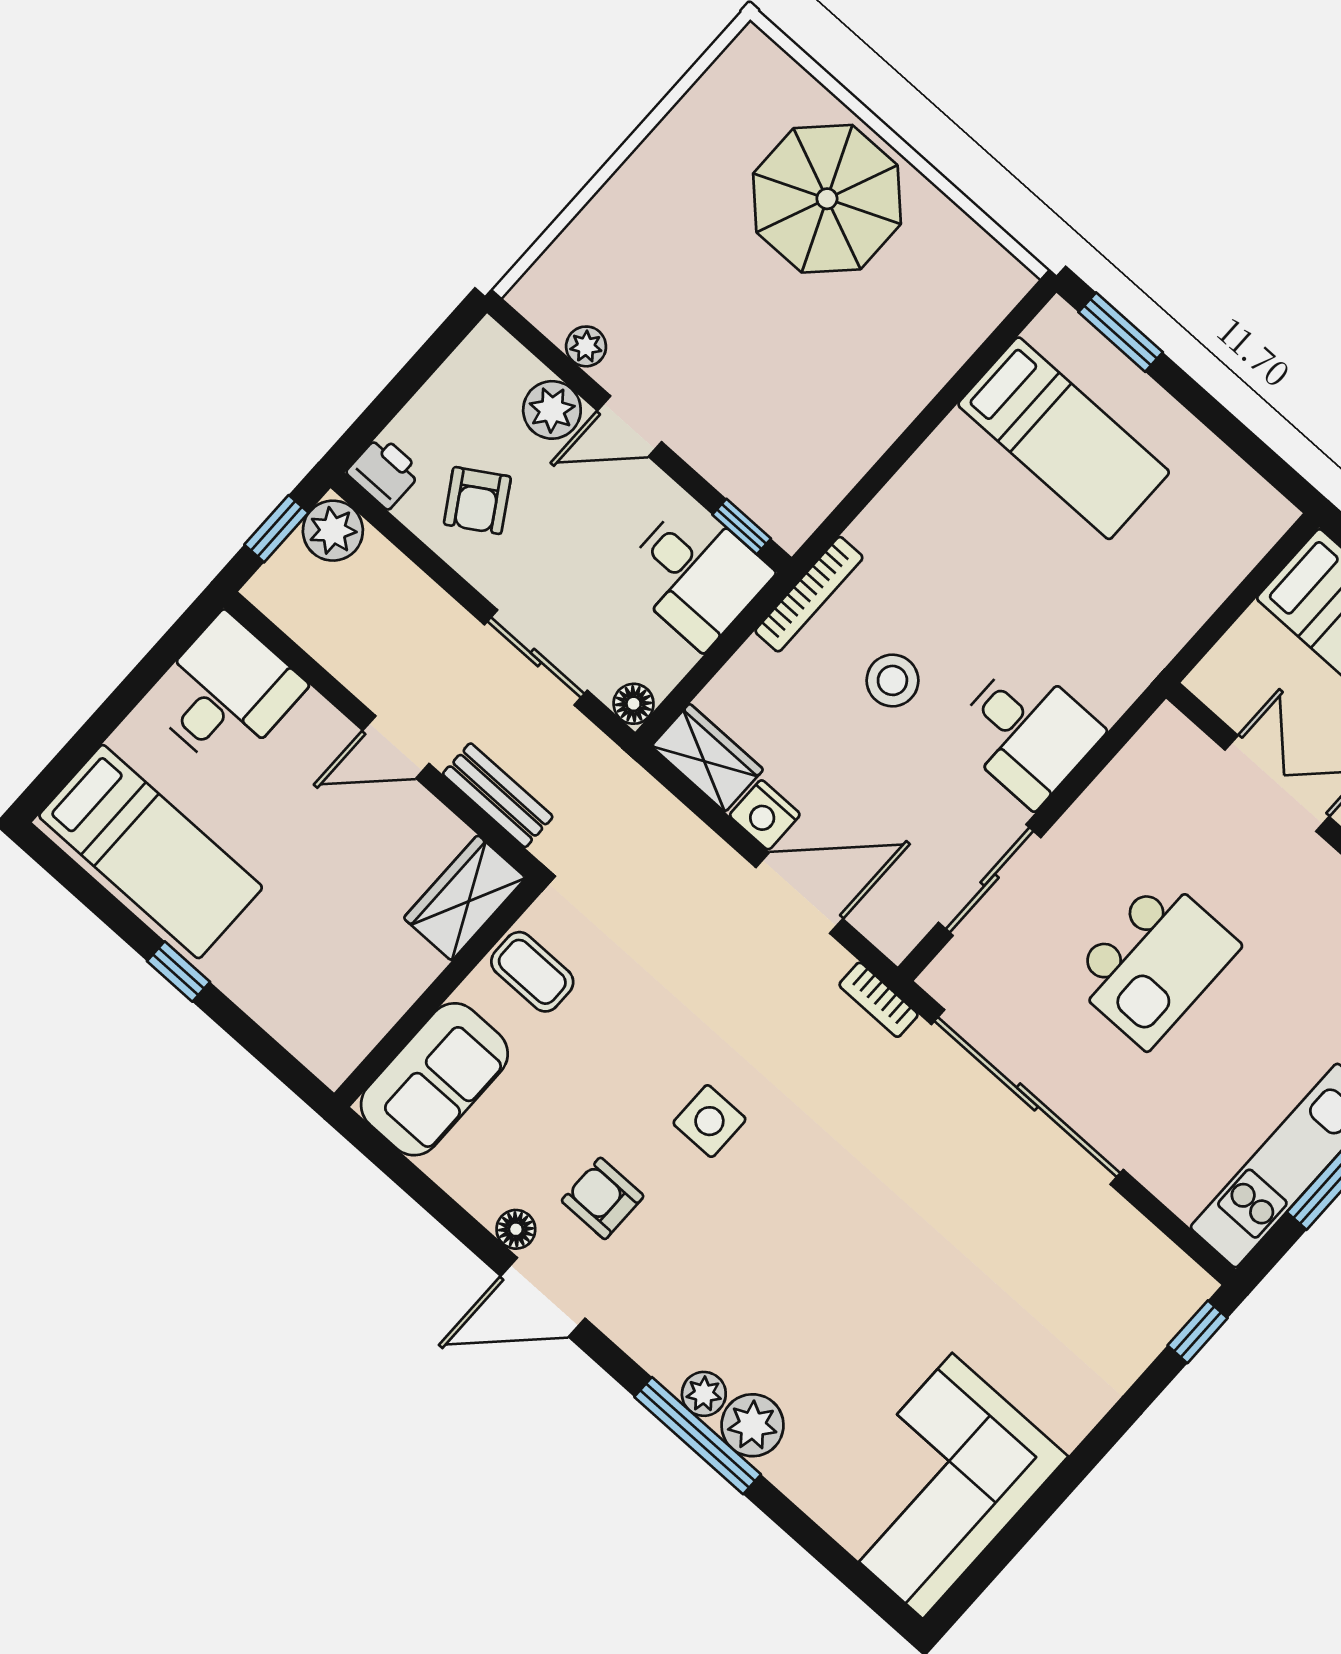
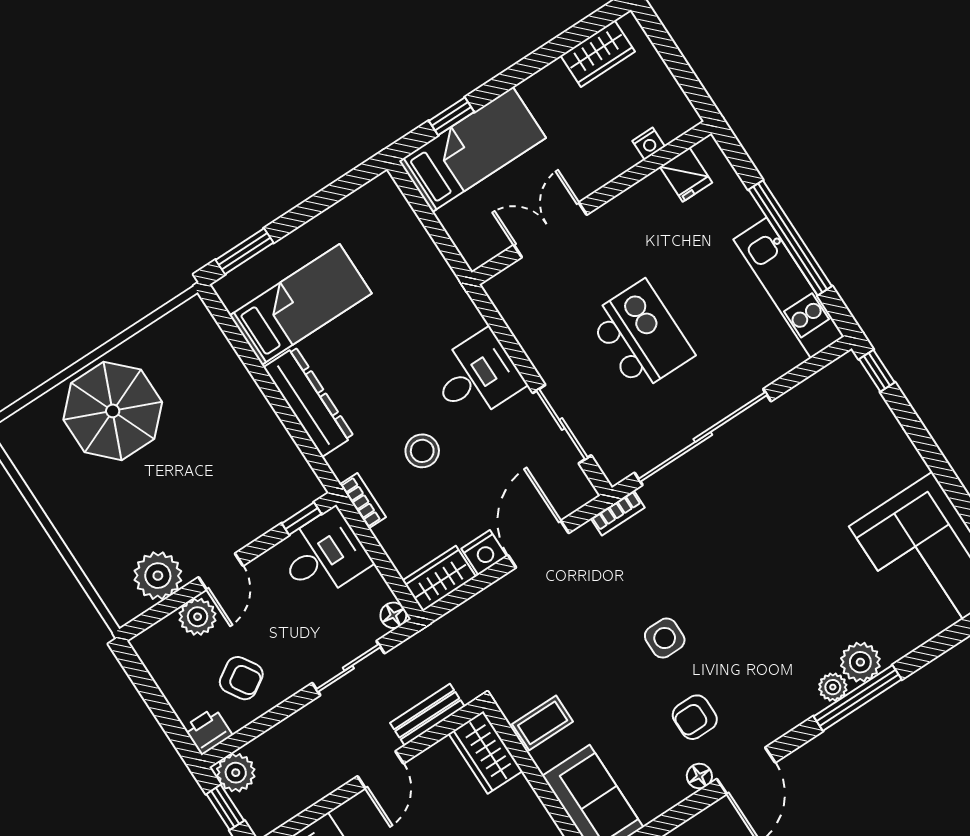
plant: (586, 346) -> (158, 576), width x1.88, depth x1.88
dresser: (920, 490) -> (309, 402), added
bookcase: (809, 594) -> (363, 501), width x0.64

